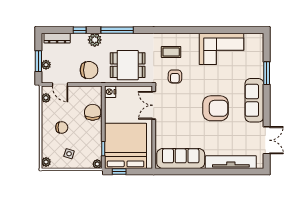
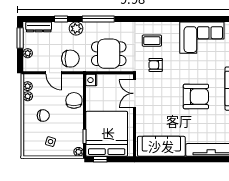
window: (38, 61) -> (20, 38), moved
armchair: (175, 76) -> (156, 65), turned 89
door: (60, 84) -> (54, 73), moved
plant: (46, 162) -> (28, 96), moved

